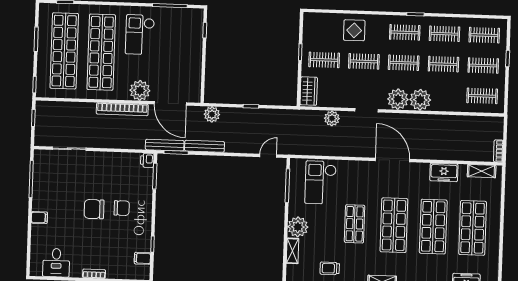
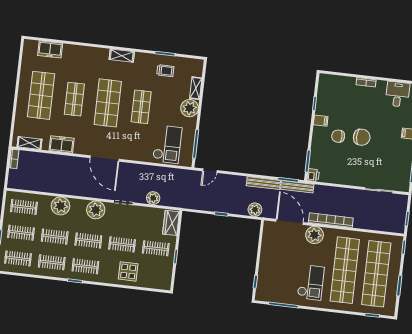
plant: (420, 100) -> (60, 206), moved
shop shelf: (433, 227) -> (74, 99), width x0.70, depth x0.74
filing cabinet: (142, 258) -> (321, 121), moved

